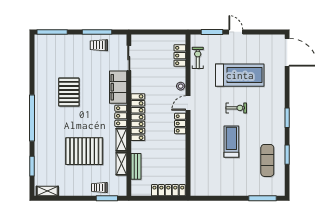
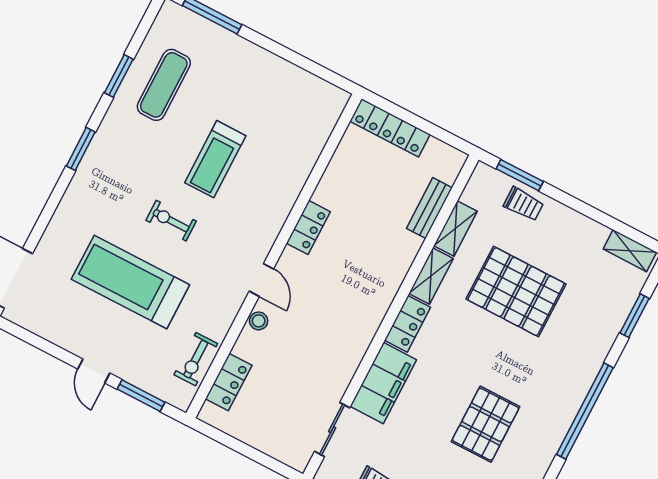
door: (188, 103) -> (261, 280), hinge flipped
locker: (138, 117) -> (375, 304), removed
locker: (180, 123) -> (308, 227), moved

